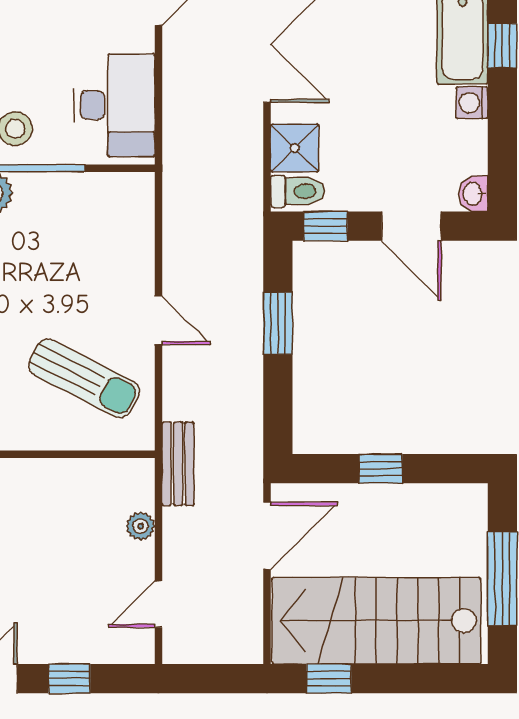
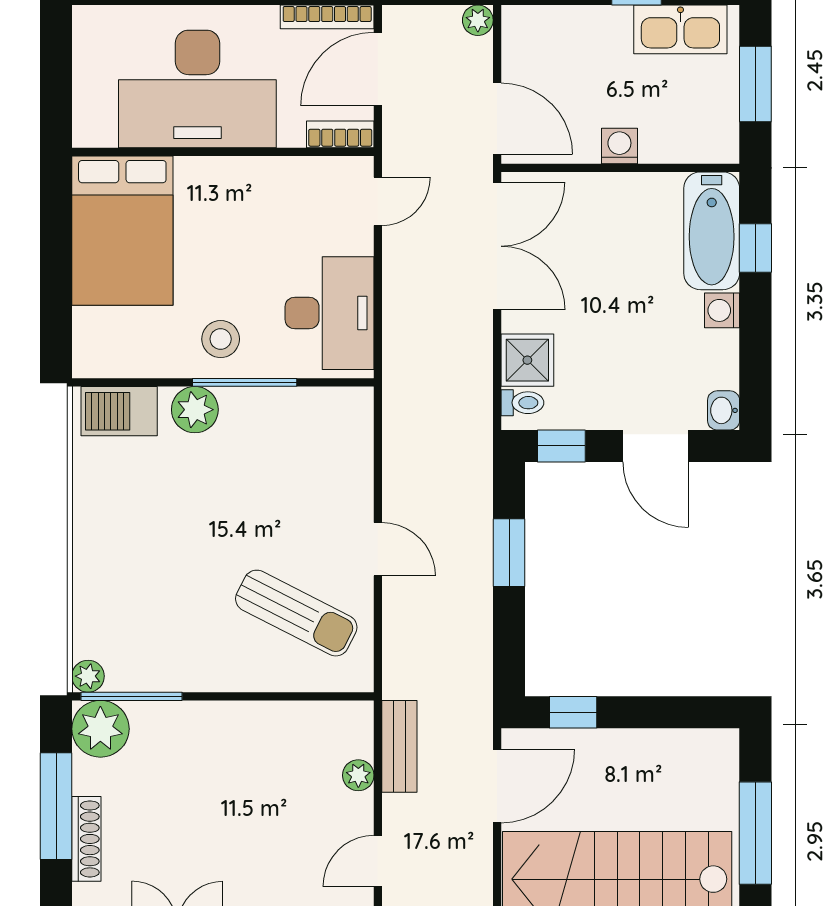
toilet: (298, 191) -> (522, 403), width x0.73, depth x0.72
bench: (178, 464) -> (399, 746), moved
window: (381, 469) -> (573, 712), moved

